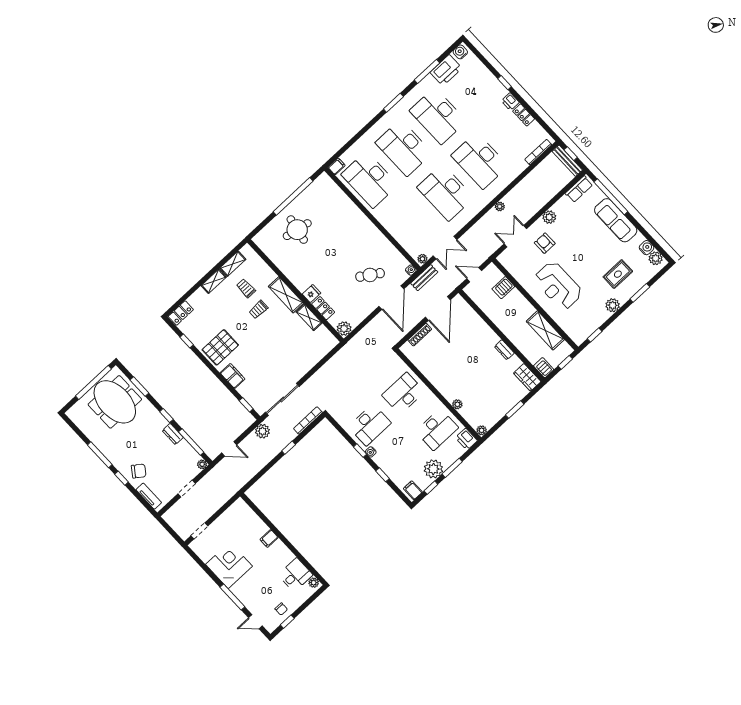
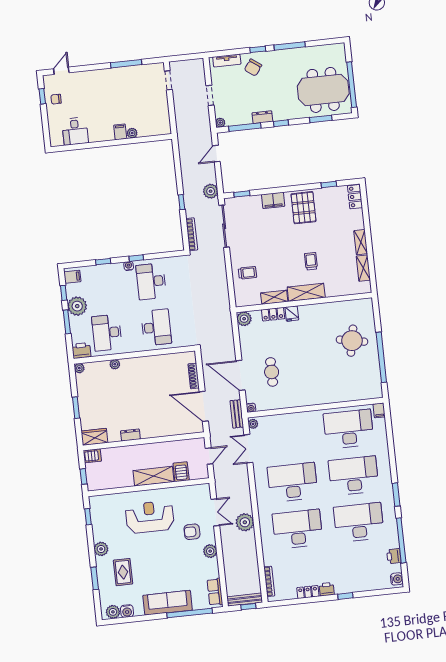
printer: (446, 70) -> (394, 556), width x0.53, depth x0.68
window: (427, 71) -> (401, 540), width x1.46
plant: (500, 206) -> (245, 522), width x1.87, depth x1.87
armchair: (545, 243) -> (192, 532), turned 180
cafe table: (370, 275) -> (272, 372), turned -33
trolley: (246, 288) -> (247, 273), moved
shelving: (545, 330) -> (154, 476), moved
corner desk: (229, 565) -> (123, 83), removed
plant: (314, 583) -> (132, 133), moved
window: (232, 597) -> (126, 64), moved

